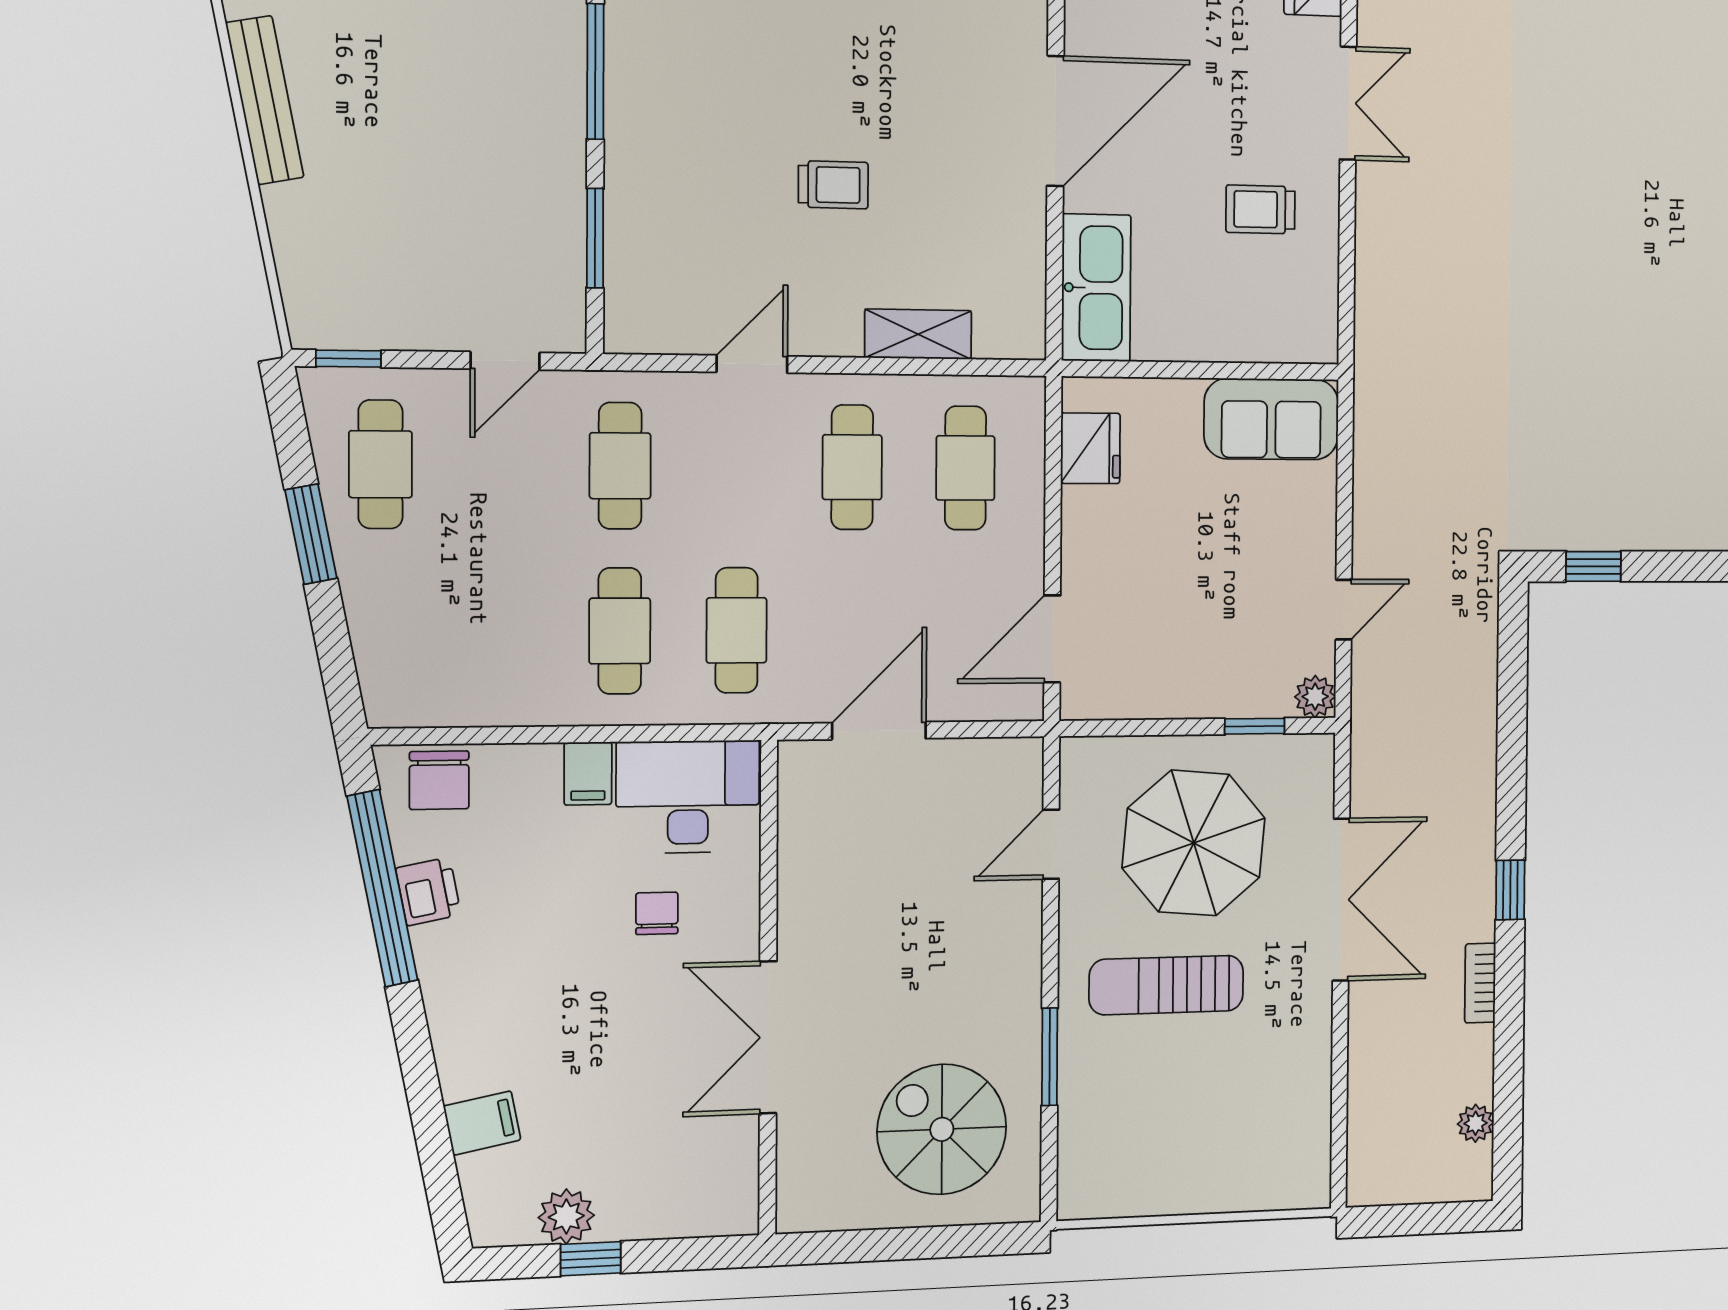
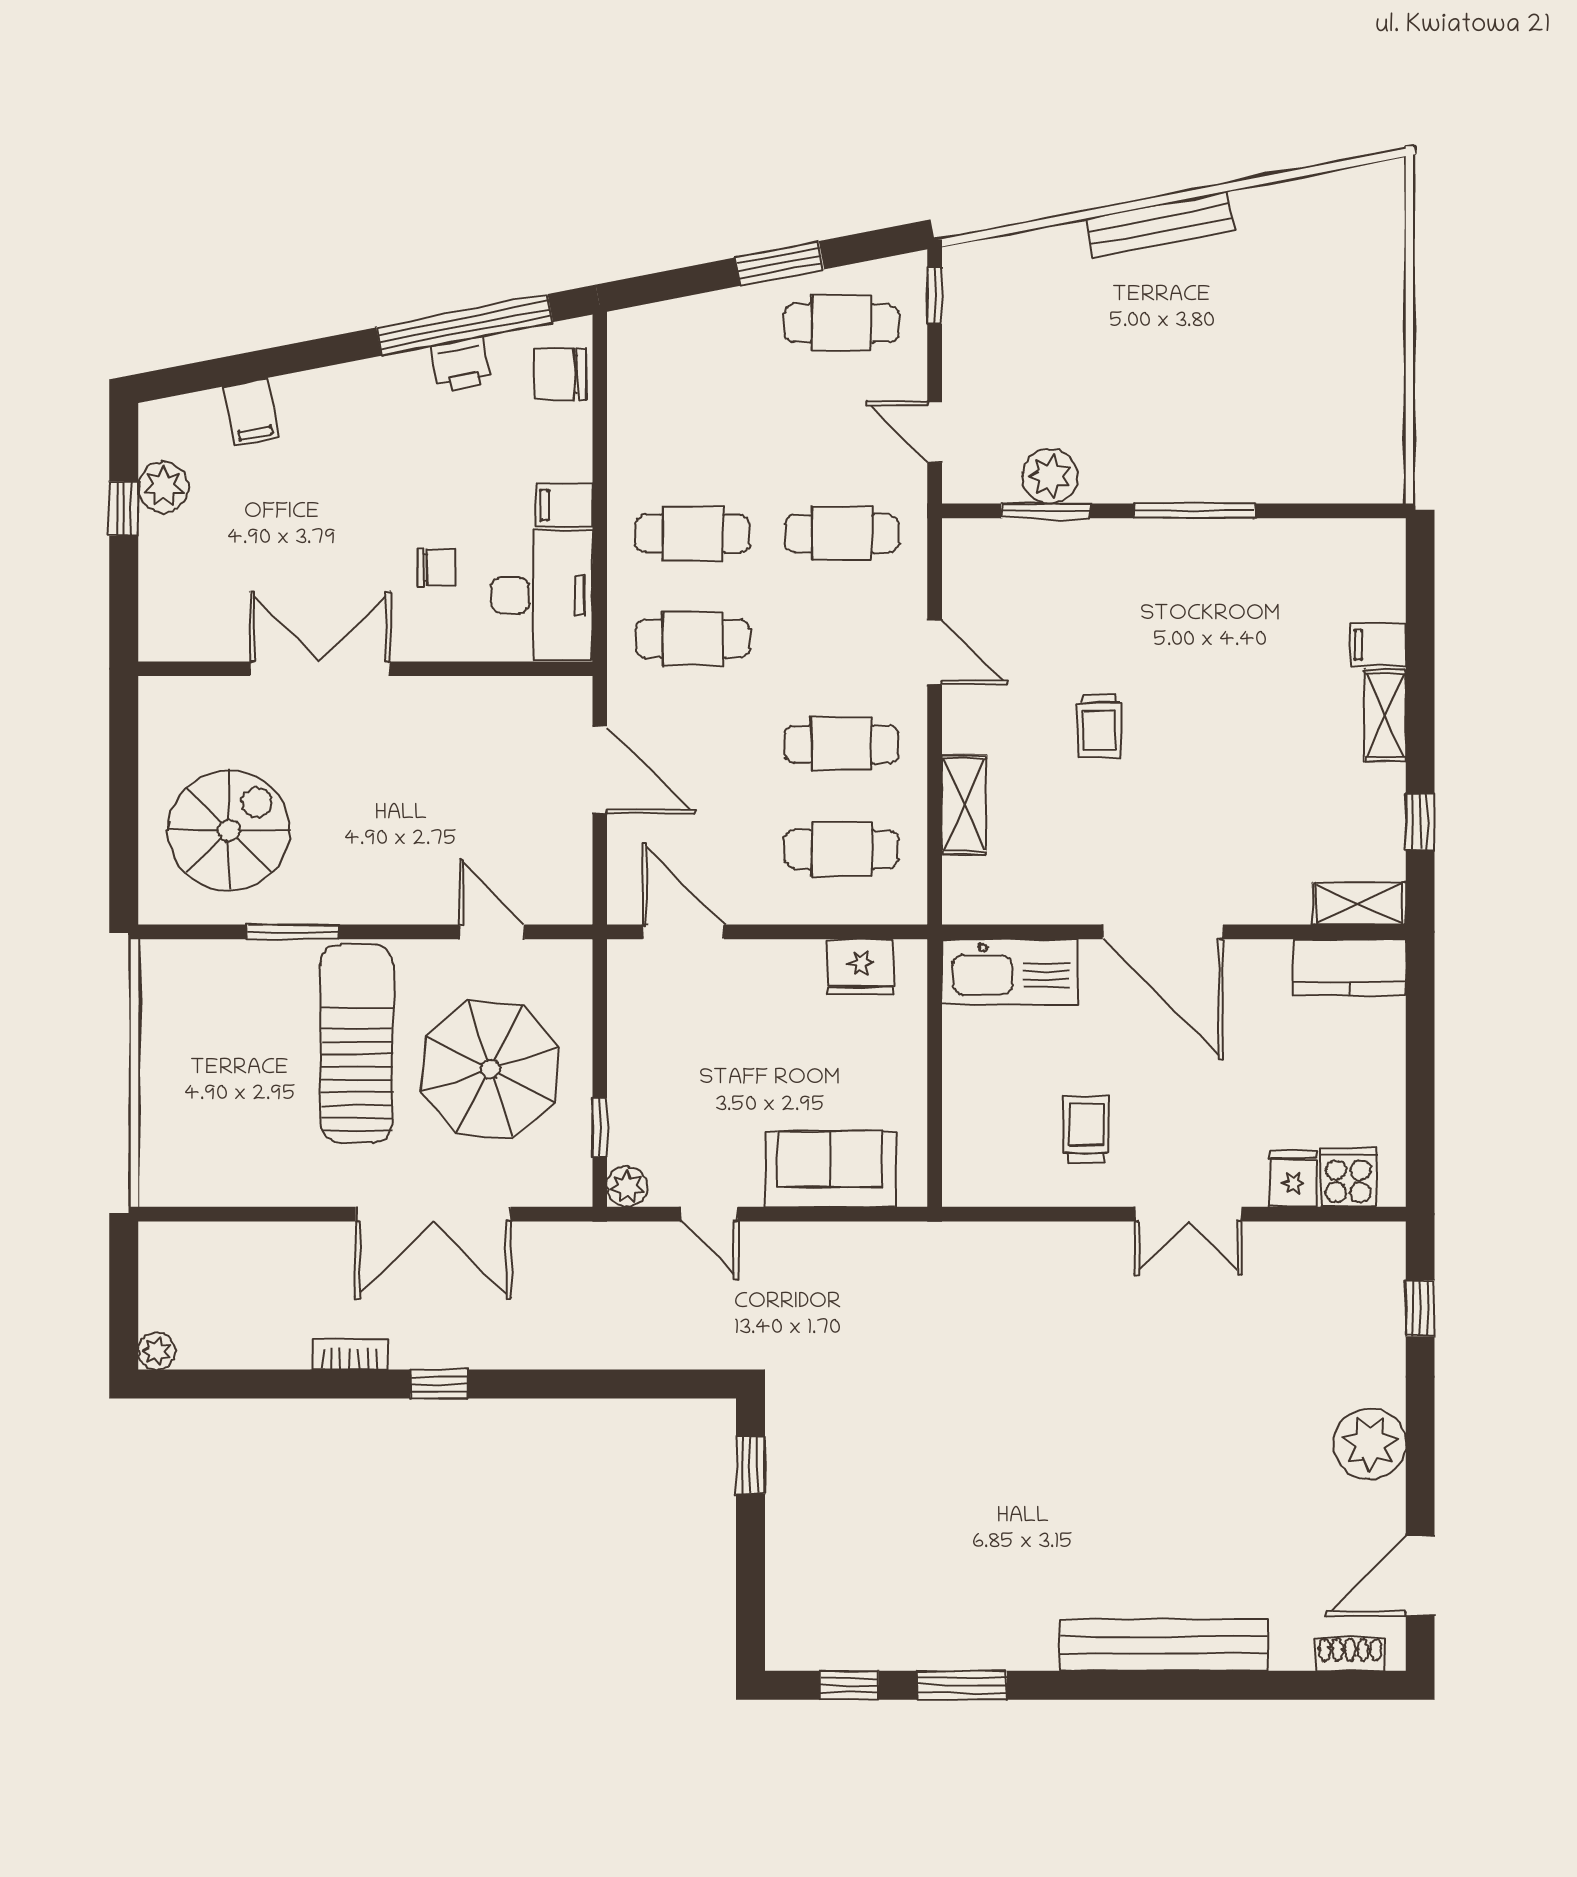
plant: (556, 232) -> (1050, 476), added
sofa: (1271, 419) -> (830, 1169), moved, turned 90
sun lounger: (1166, 985) -> (357, 1044), width x1.36, depth x1.34
plant: (1476, 1123) -> (157, 1351), moved

